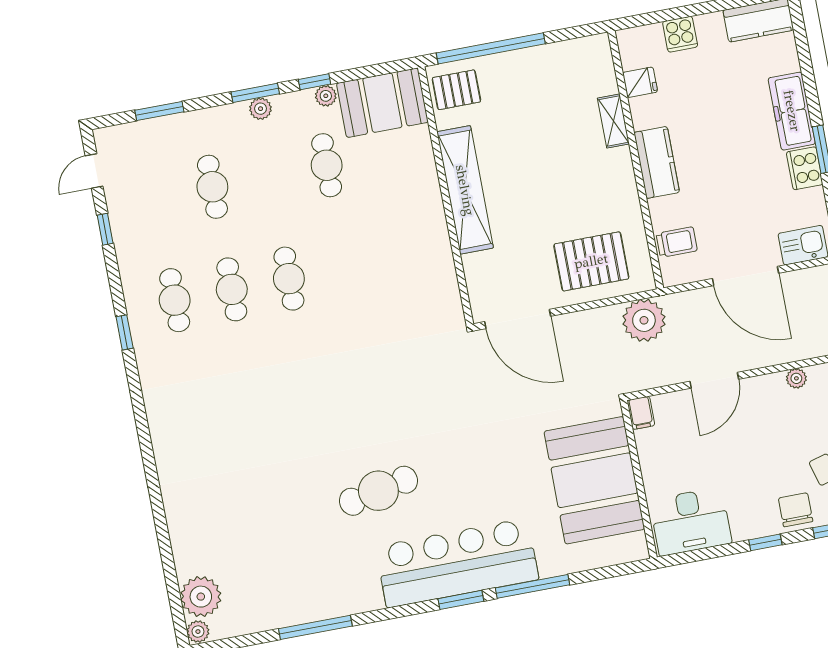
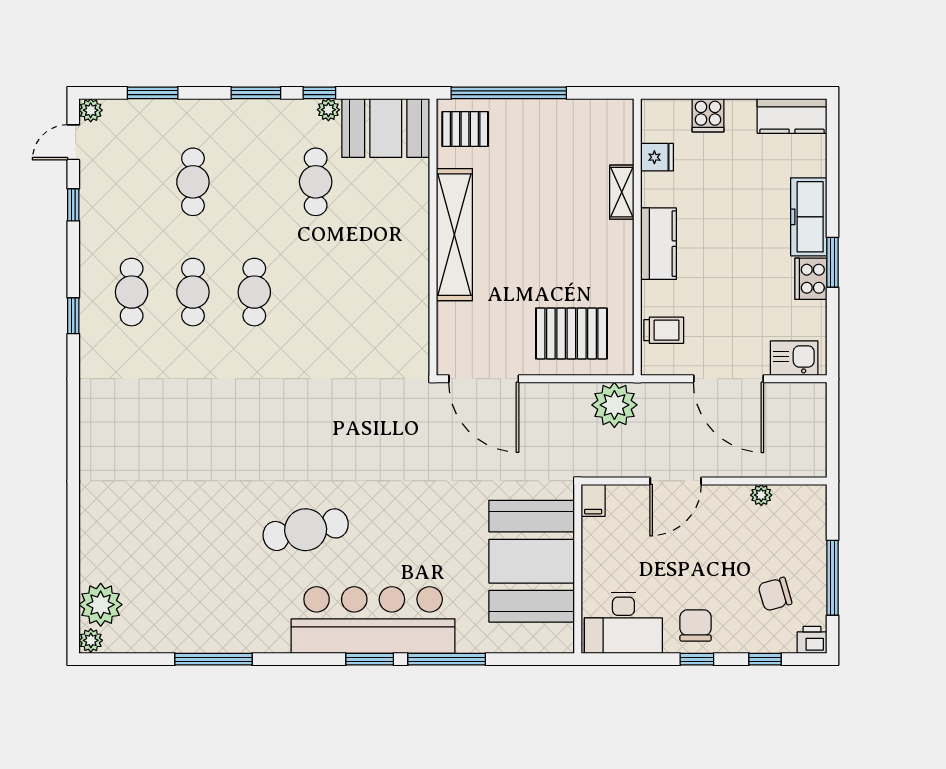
plant: (261, 109) -> (91, 110), moved
chair: (796, 510) -> (696, 625), moved

